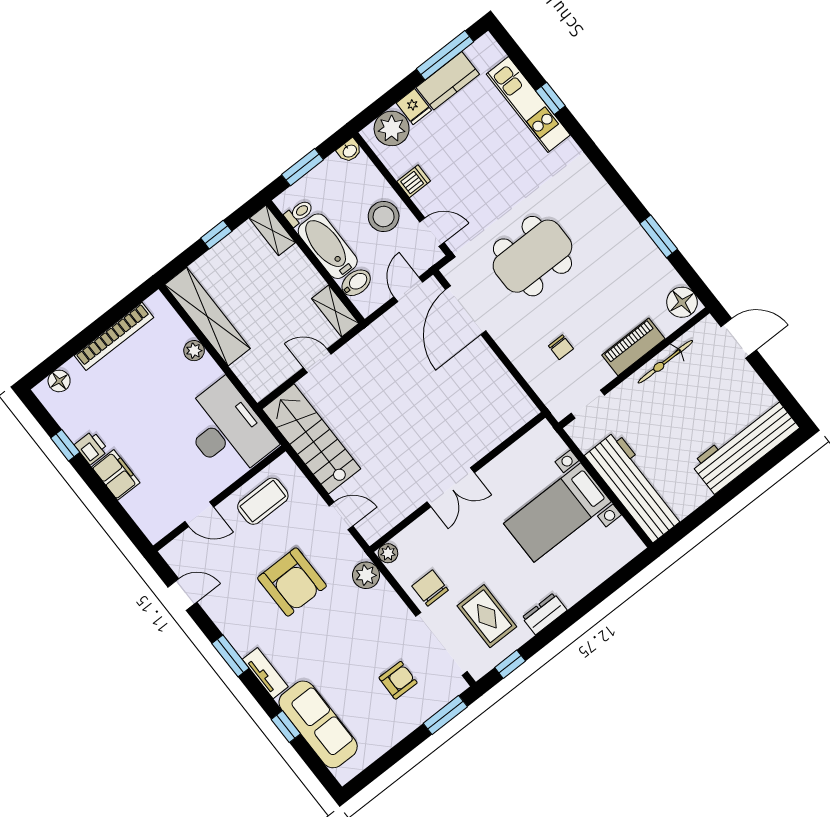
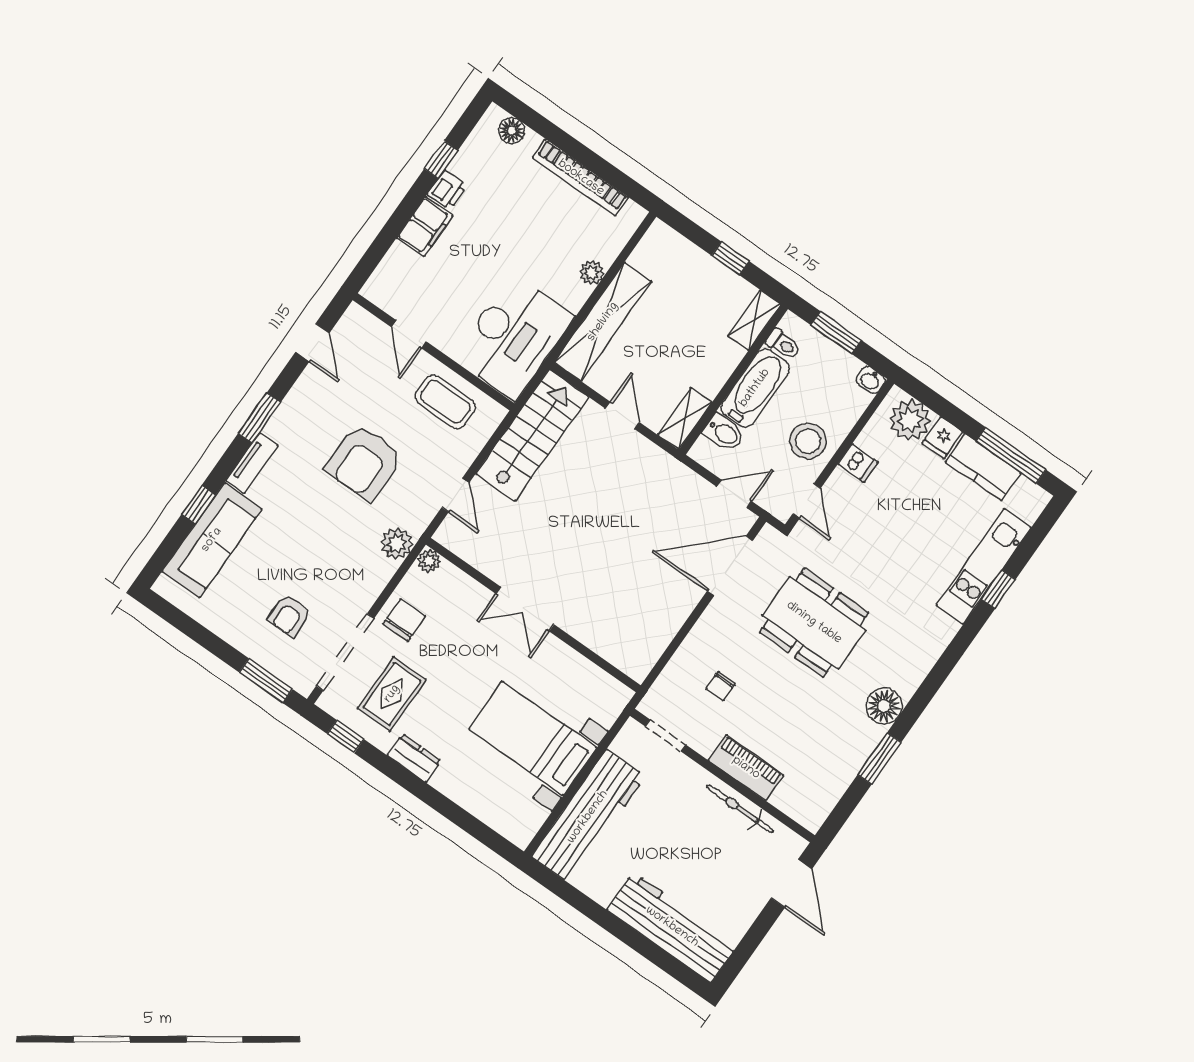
floor lamp: (682, 302) -> (884, 706), moved
shelving: (207, 317) -> (603, 322), moved
armchair: (398, 680) -> (289, 616), turned 89

